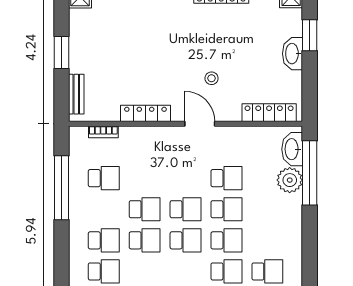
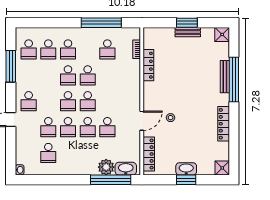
window: (310, 35) -> (186, 180), moved
bench: (76, 94) -> (188, 32), moved
locker: (145, 113) -> (148, 65), moved
door: (200, 124) -> (142, 121), moved

